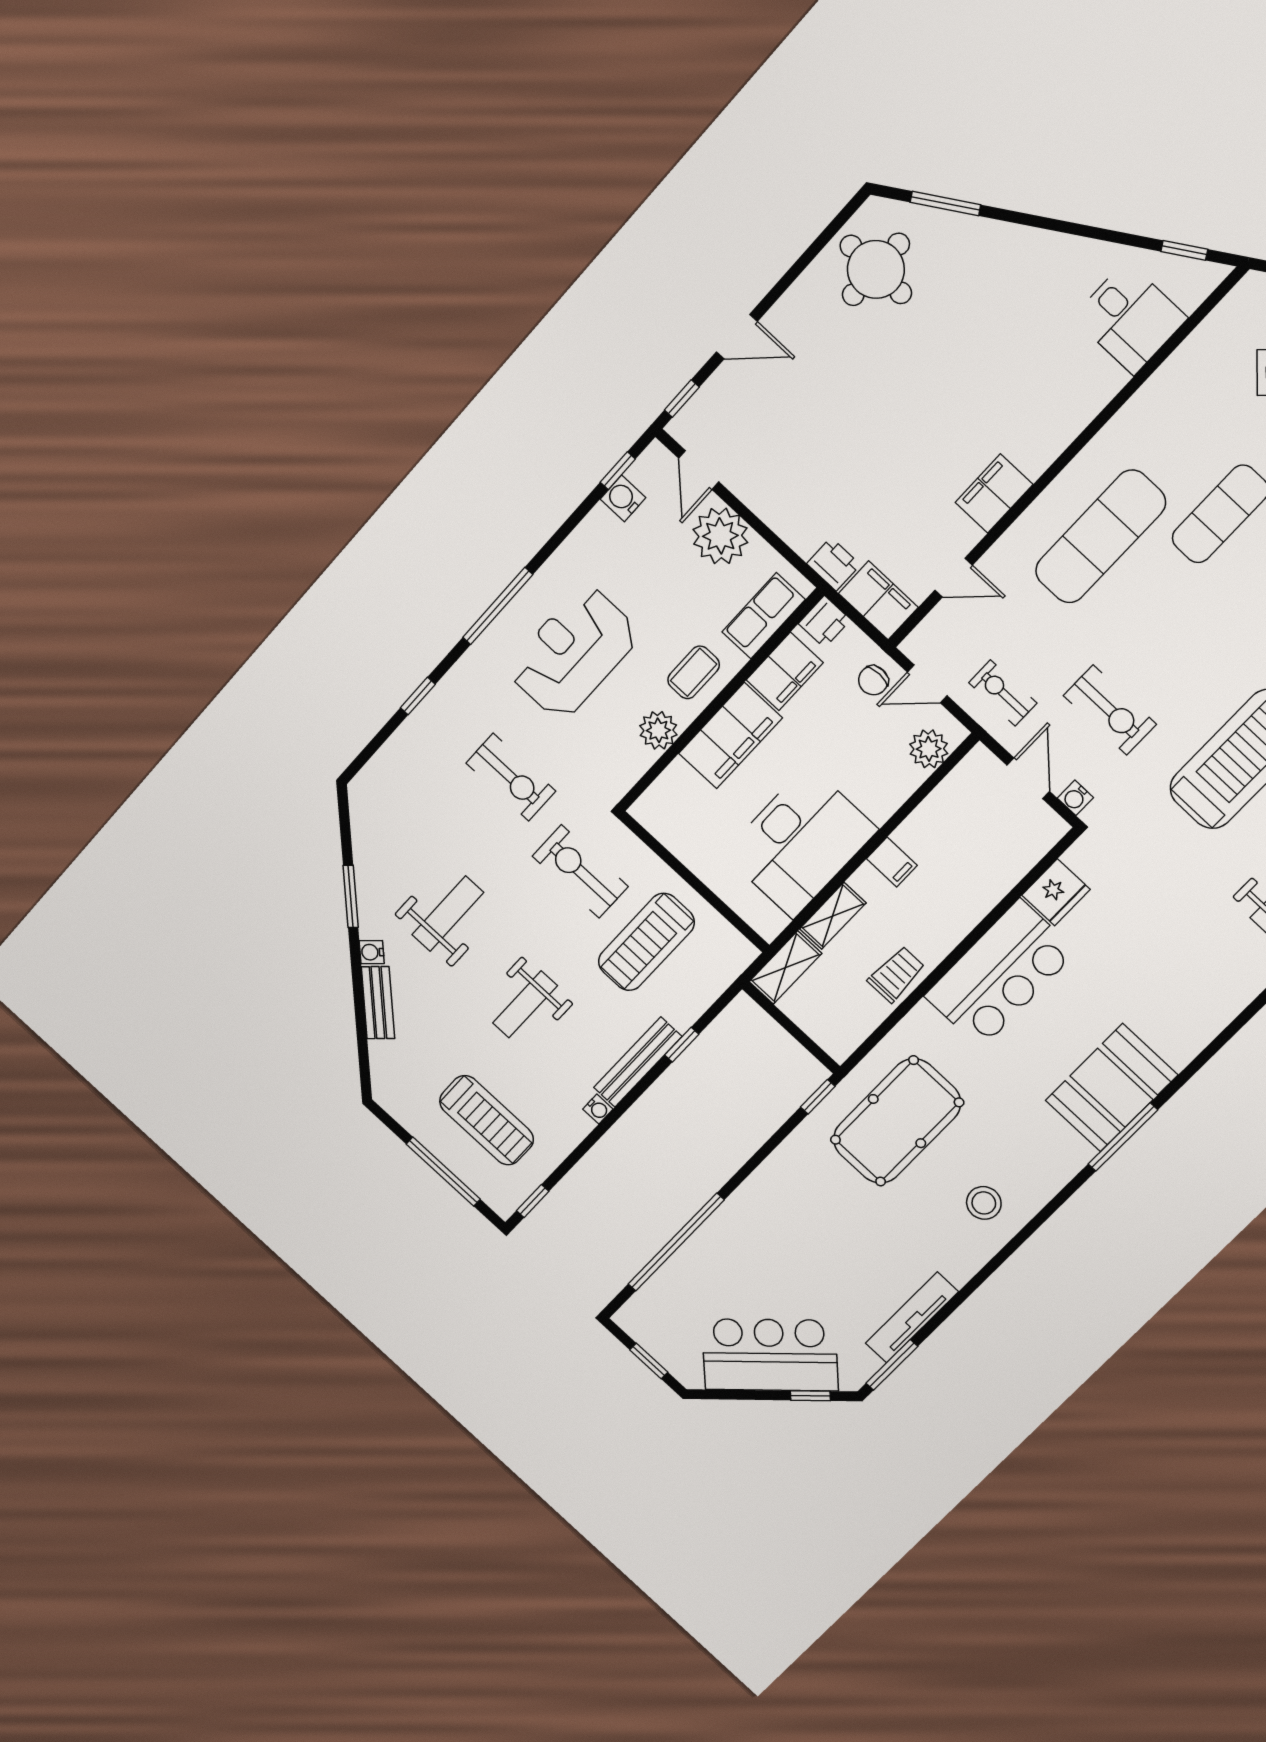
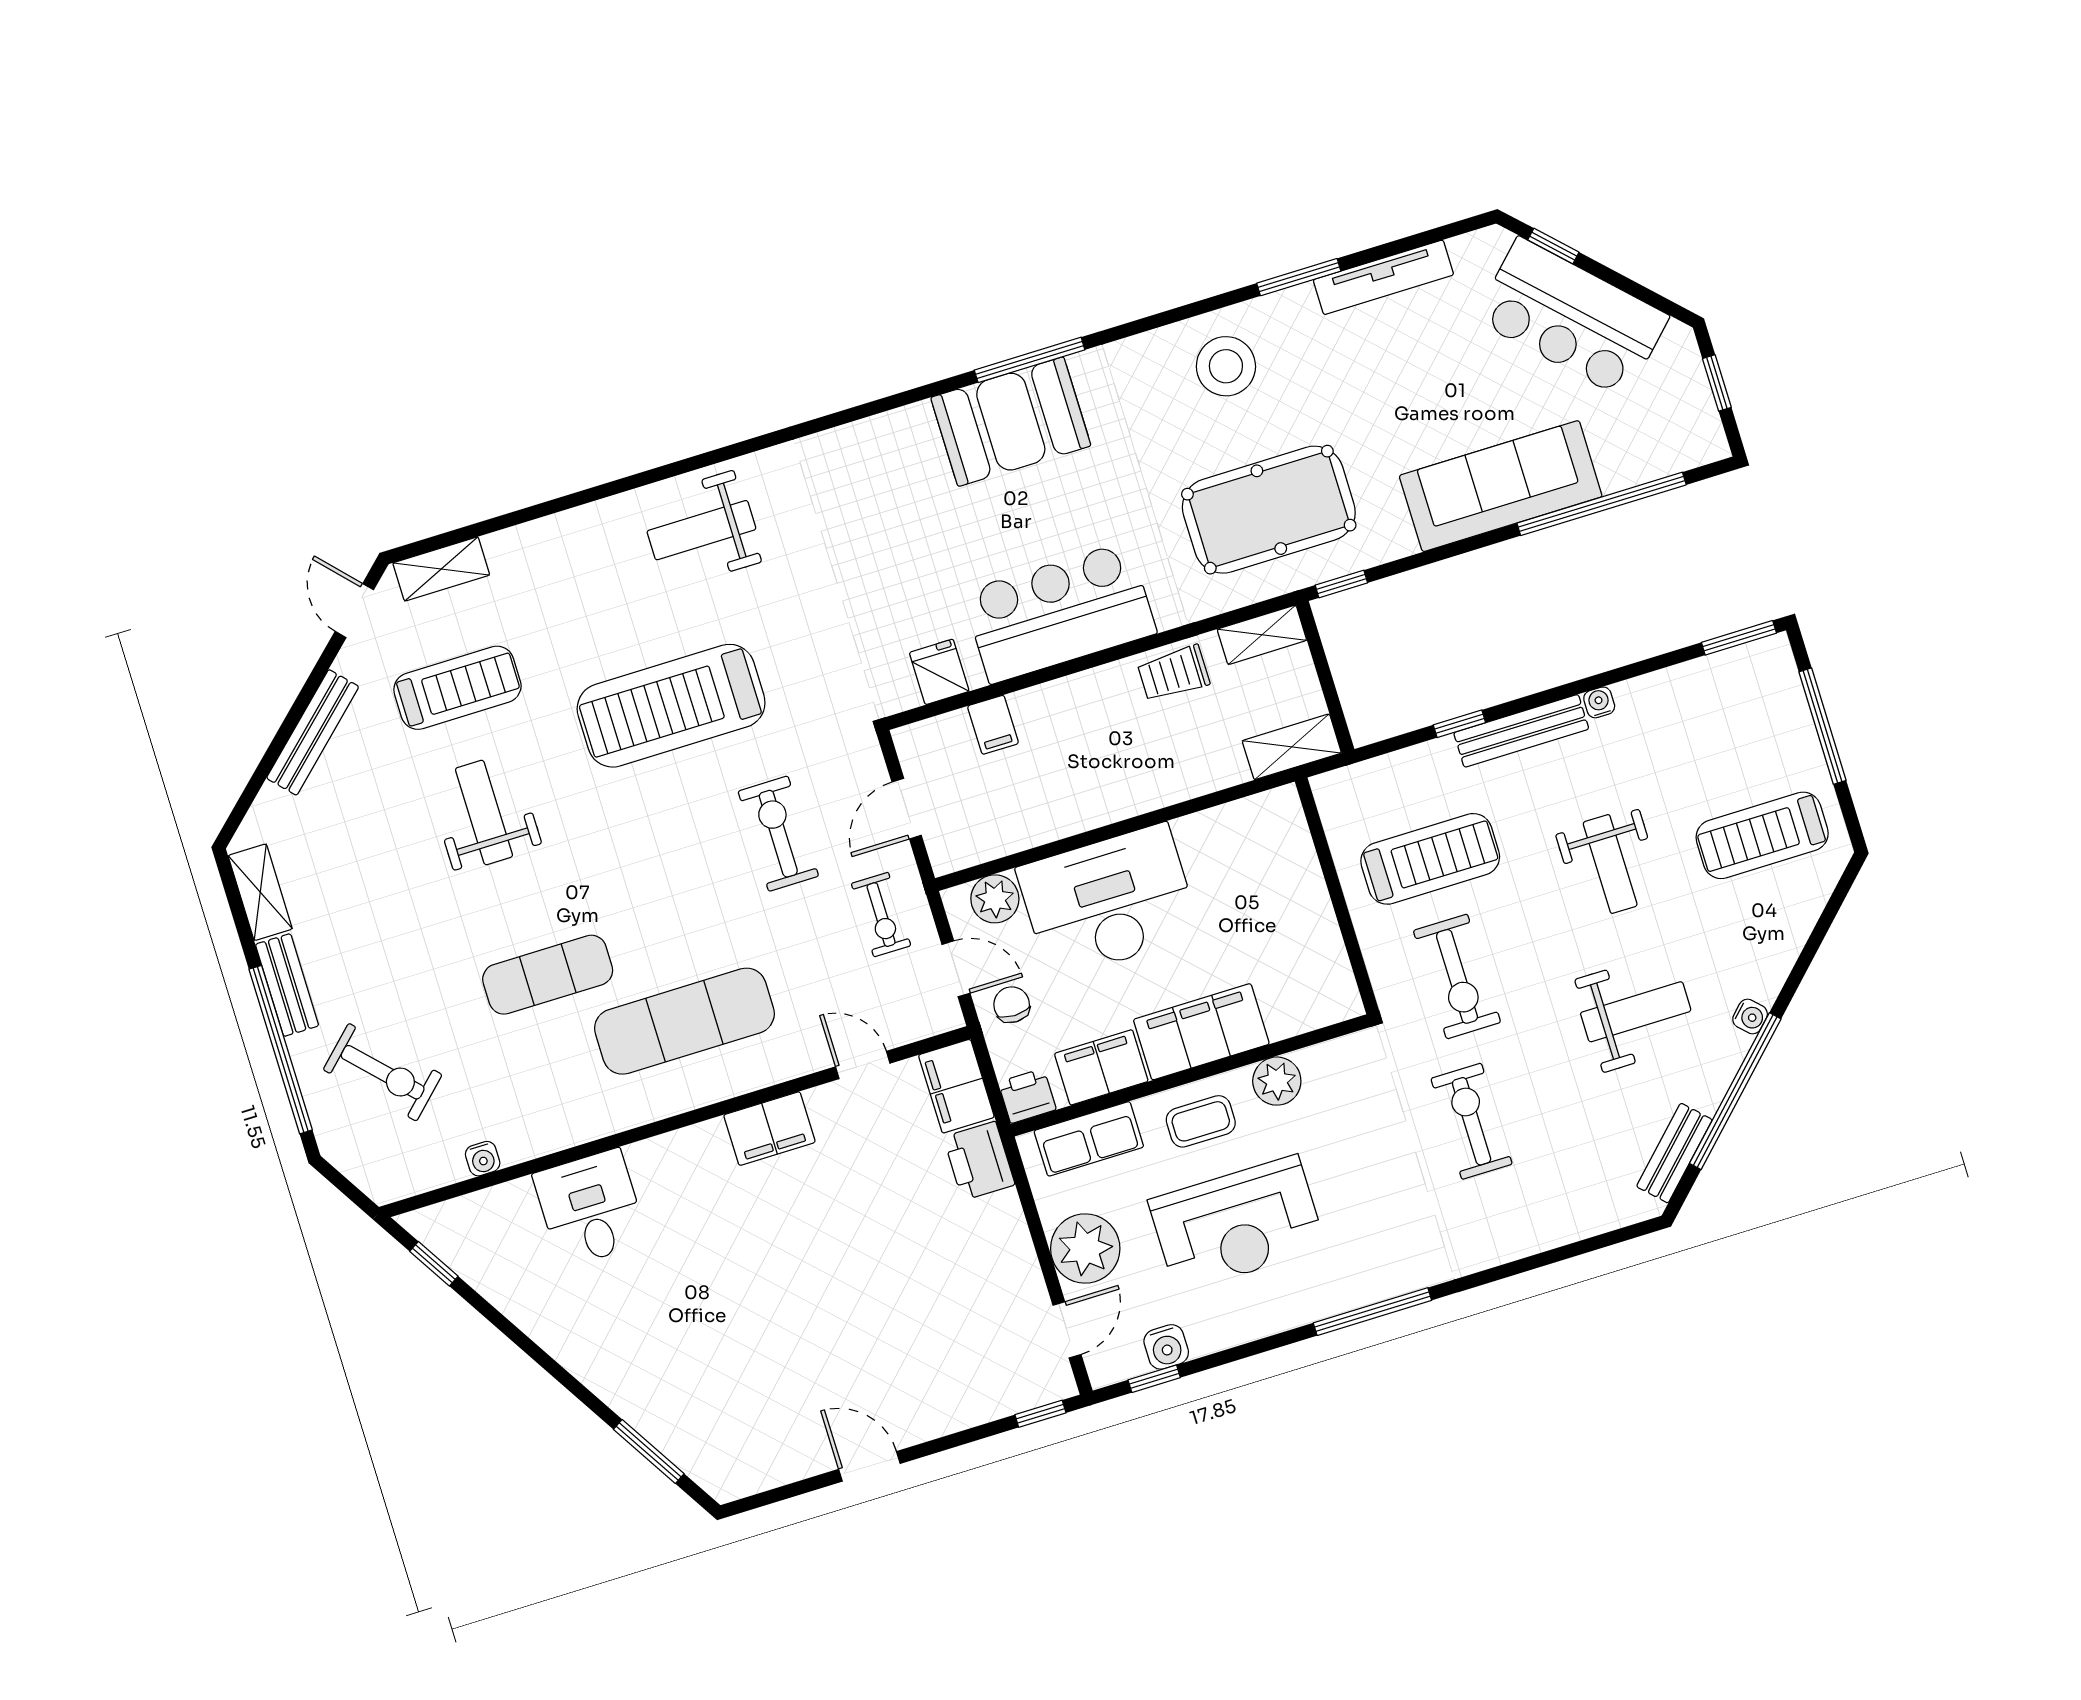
round table: (876, 269) -> (759, 1427), removed
desk: (1130, 318) -> (590, 1208), moved
door: (737, 337) -> (869, 1466), moved
printer: (834, 564) -> (979, 1161), width x1.36, depth x1.24
reception desk: (573, 653) -> (1237, 1224), moved
chair: (873, 680) -> (1012, 1005), turned -90
window: (418, 696) -> (1521, 1266), removed
water cooler: (1075, 798) -> (483, 1159), moved, turned 90
desk: (800, 842) -> (1108, 902), moved
filing cabinet: (892, 862) -> (993, 725), moved, turned 180
fridge: (1056, 892) -> (939, 672), width x0.72
window: (351, 896) -> (1735, 1091), width x2.11
weight bench: (448, 914) -> (1636, 1012), turned 180
shelving: (833, 916) -> (1262, 635), moved
bench: (378, 1003) -> (1674, 1153), moved
weight bench: (525, 1004) -> (1610, 864), turned 90
treadmill: (487, 1120) -> (1762, 835), moved, turned -90
window: (533, 1201) -> (1739, 638), width x1.50
stool: (984, 1203) -> (1226, 366), width x1.38, depth x1.38
sofa: (750, 1219) -> (1501, 486), added
window: (892, 1365) -> (1299, 277), moved

